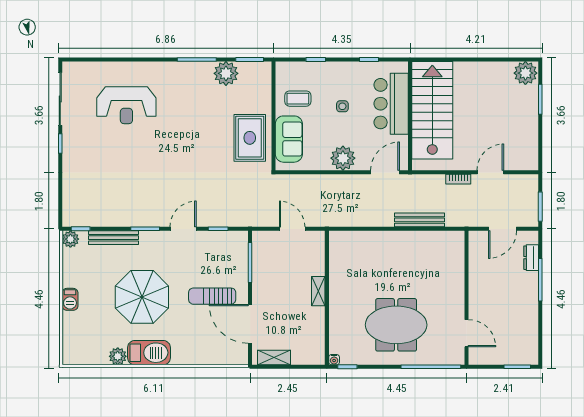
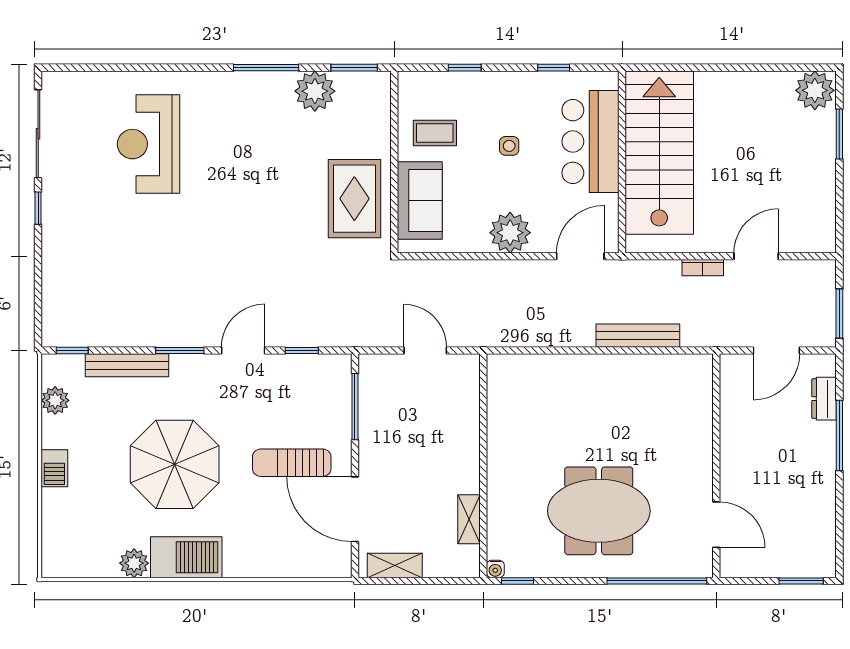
reception desk: (126, 105) -> (149, 144), turned 90
plant: (70, 239) -> (55, 400), moved
shelving: (318, 291) -> (469, 519), moved

